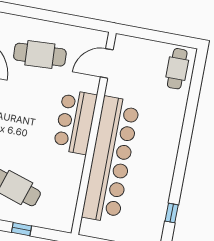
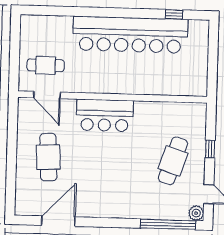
cafe table: (177, 69) -> (46, 65), moved
bar counter: (111, 160) -> (130, 35), moved, turned 180

